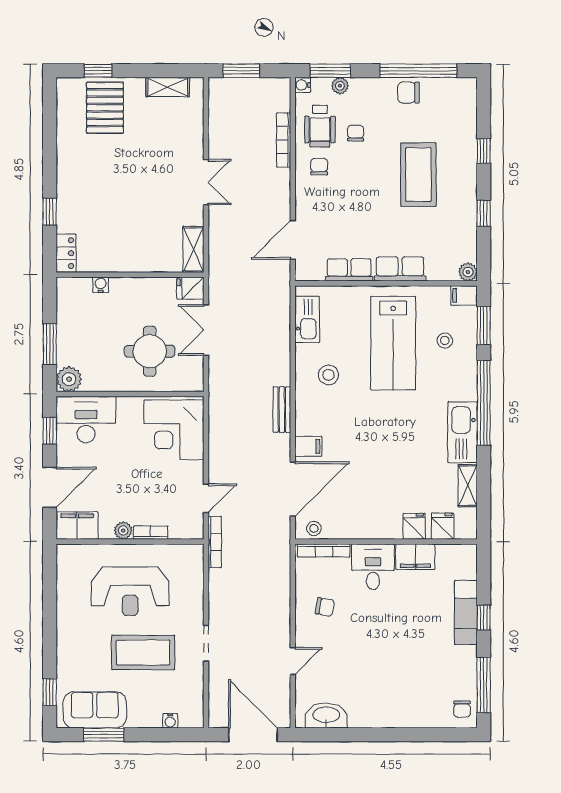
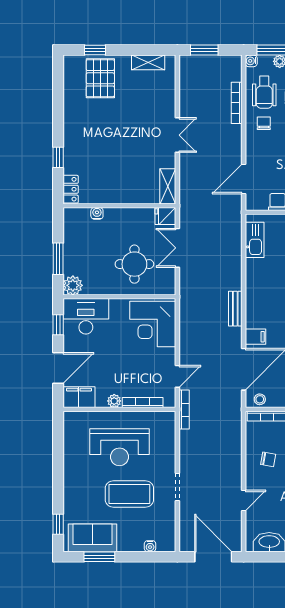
stool: (328, 375) -> (271, 282), removed
bookcase: (151, 533) -> (143, 403), width x1.56

